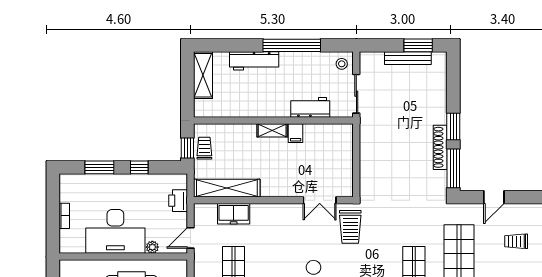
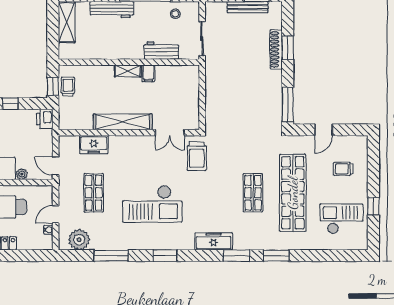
stool: (342, 64) -> (175, 14), moved
window: (453, 127) -> (288, 48), moved
shoe rack: (440, 147) -> (276, 49), moved
shelving: (227, 188) -> (123, 122), moved
printer: (178, 201) -> (45, 119), moved
door: (190, 238) -> (56, 166), hinge flipped

